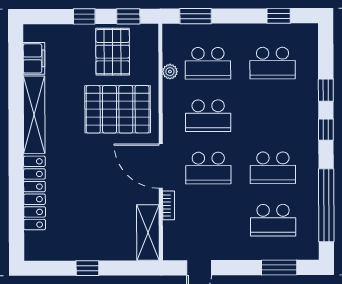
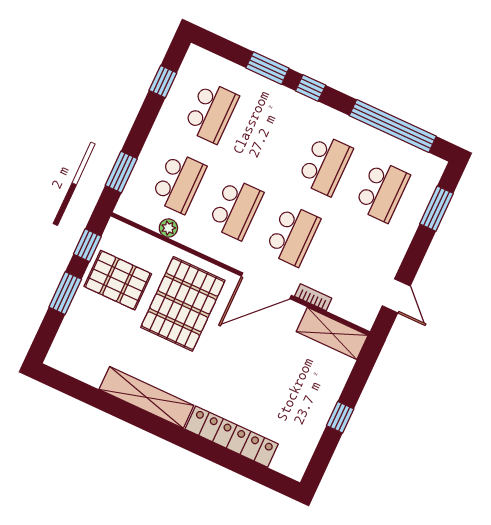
window: (84, 16) -> (65, 293), width x1.50
filing cabinet: (34, 58) -> (85, 369), removed
window: (326, 90) -> (267, 68), width x1.50

